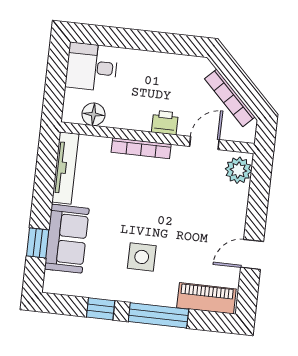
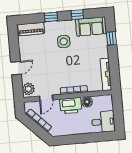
floor lamp: (94, 114) -> (87, 102), moved
printer: (165, 123) -> (71, 106), width x1.87, depth x1.48
sofa: (67, 239) -> (91, 26), moved, turned -90
door: (252, 254) -> (16, 68), moved
window: (158, 315) -> (51, 17), width x0.46

